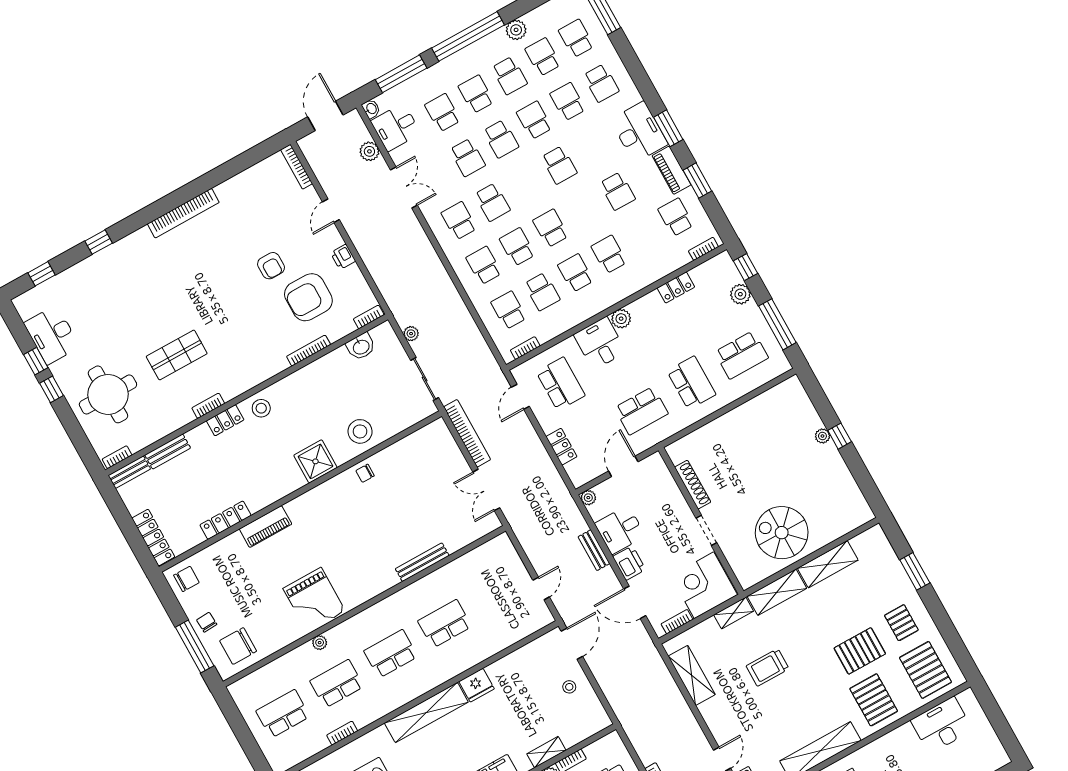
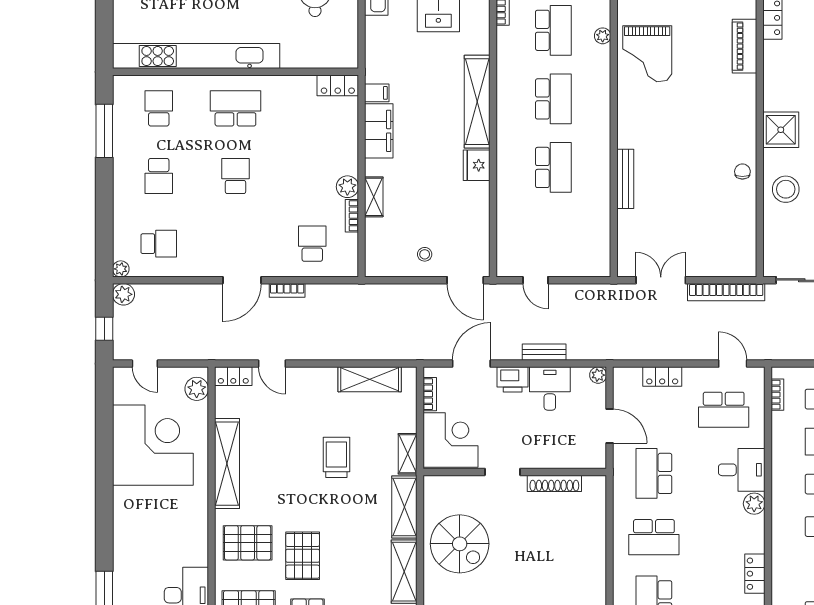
spiral stairs: (782, 533) -> (460, 544), turned 90
grand piano: (314, 600) -> (647, 54), turned -90

